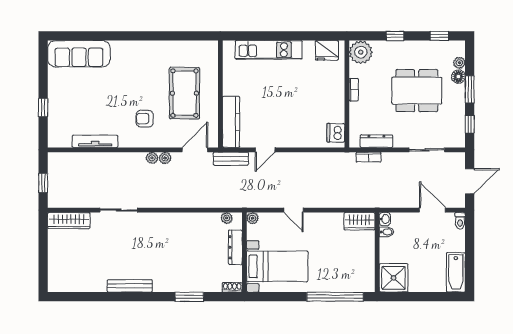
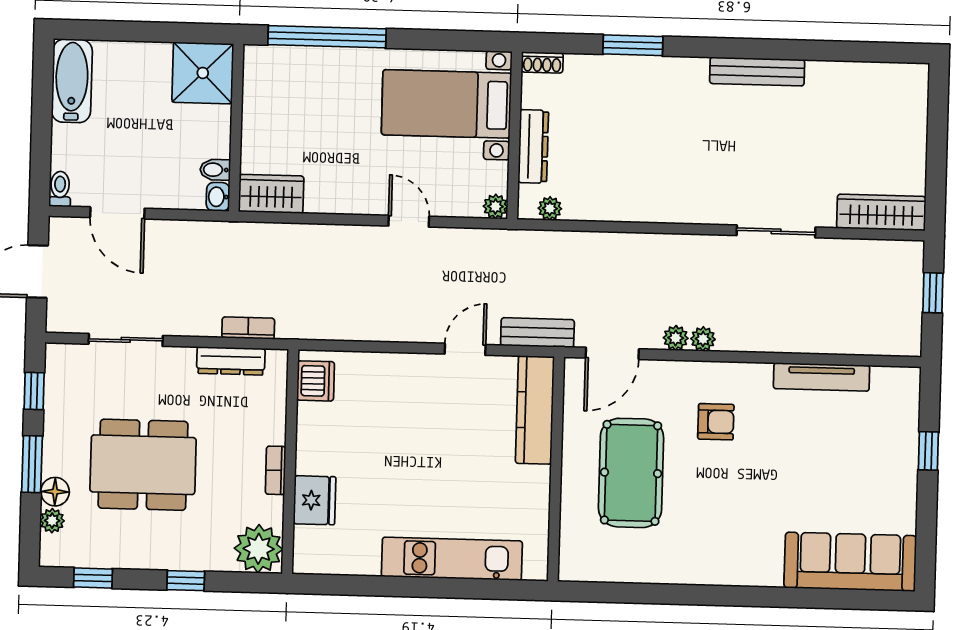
fridge: (327, 50) -> (314, 500), moved, turned 90

